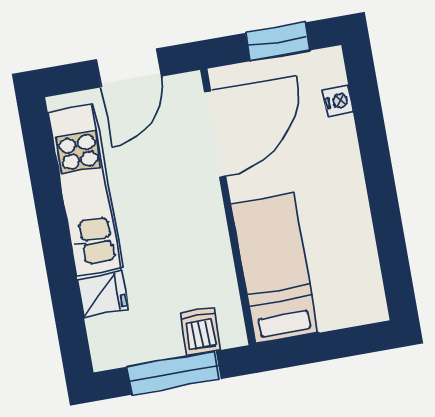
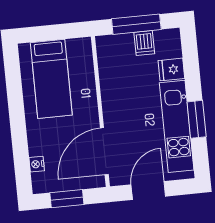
window: (50, 206) -> (197, 119), added
bed: (275, 269) -> (51, 79), moved
dishwasher: (200, 331) -> (144, 43), moved

